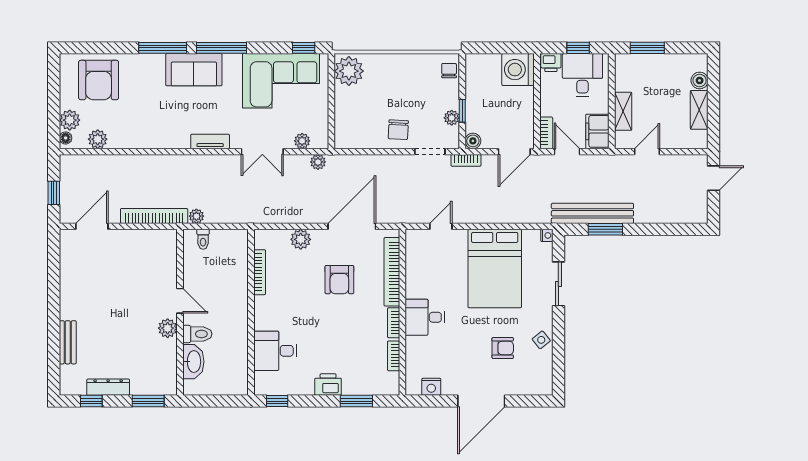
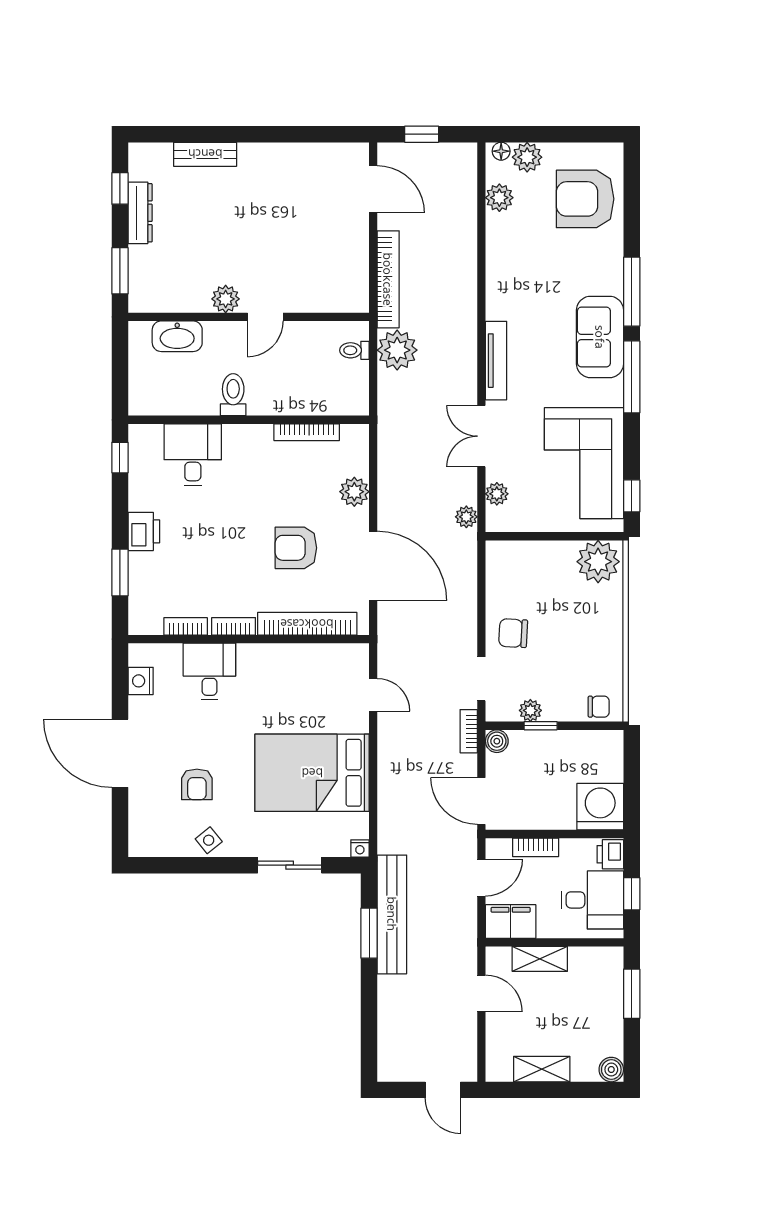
boiler: (700, 80) -> (611, 1070), moved
bookcase: (546, 133) -> (536, 847), moved
tv unit: (210, 141) -> (496, 361), width x1.41
plant: (196, 216) -> (397, 350), width x1.88, depth x1.88
desk: (425, 317) -> (209, 671), moved
toilet: (197, 334) -> (233, 395), moved, turned 180

